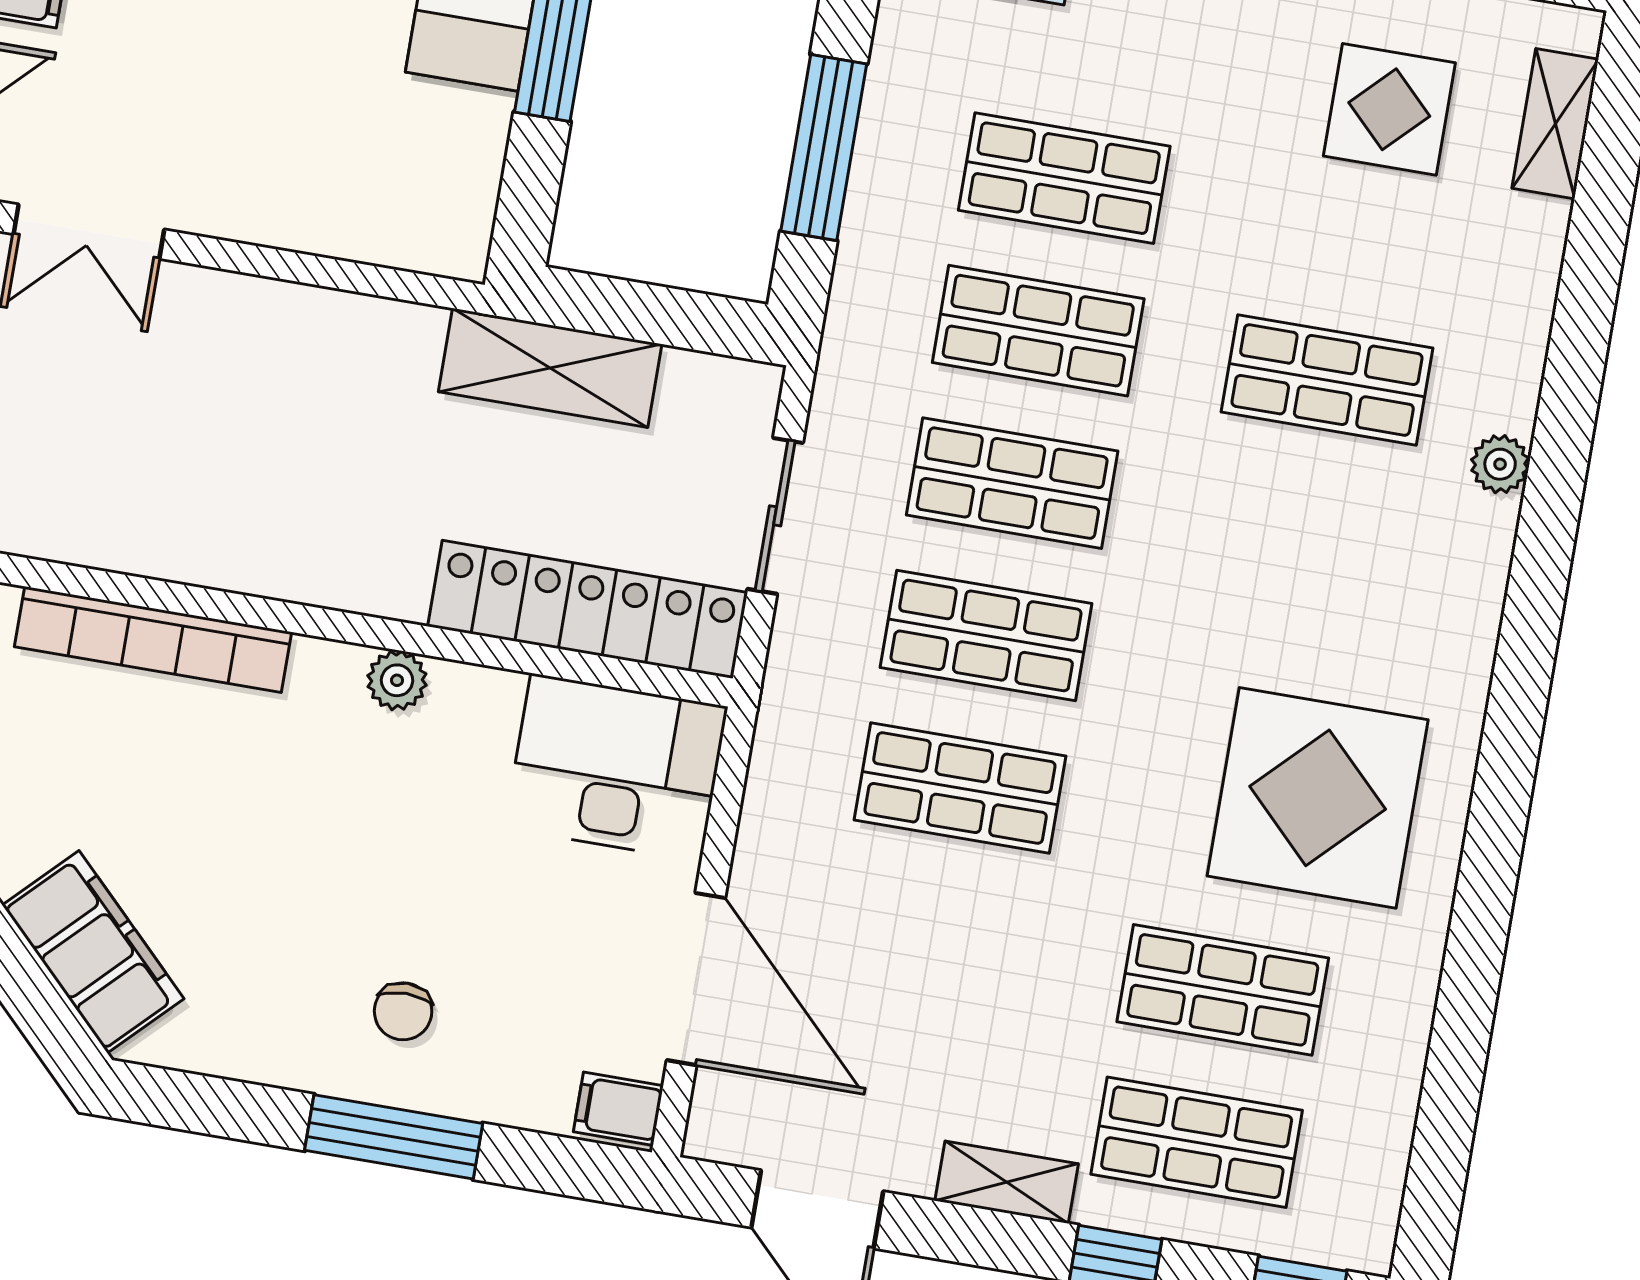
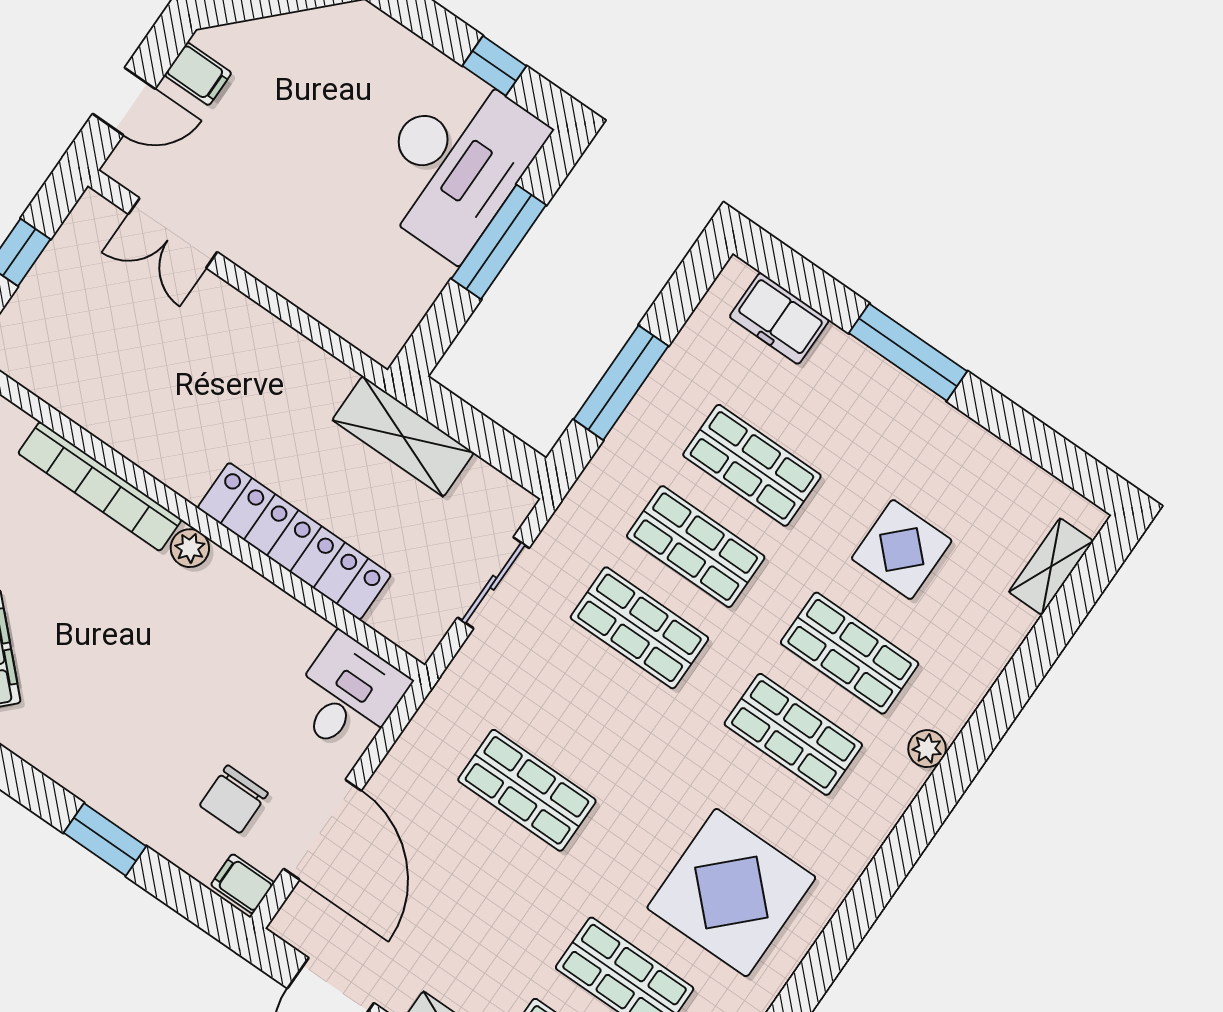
display table: (1389, 109) -> (902, 550), moved
locker: (588, 609) -> (294, 541), moved
shop shelf: (986, 636) -> (793, 734), moved
plant: (397, 680) -> (190, 548), moved
desk: (616, 767) -> (348, 695), width x0.73
chair: (403, 1011) -> (234, 799), moved, width x1.37, depth x1.37
window: (394, 1137) -> (105, 839), width x0.69

